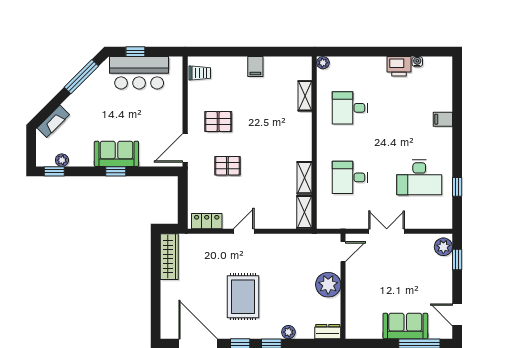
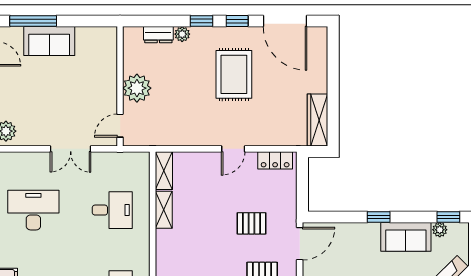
sofa: (116, 154) -> (406, 237), moved
dresser: (328, 332) -> (158, 35), moved

